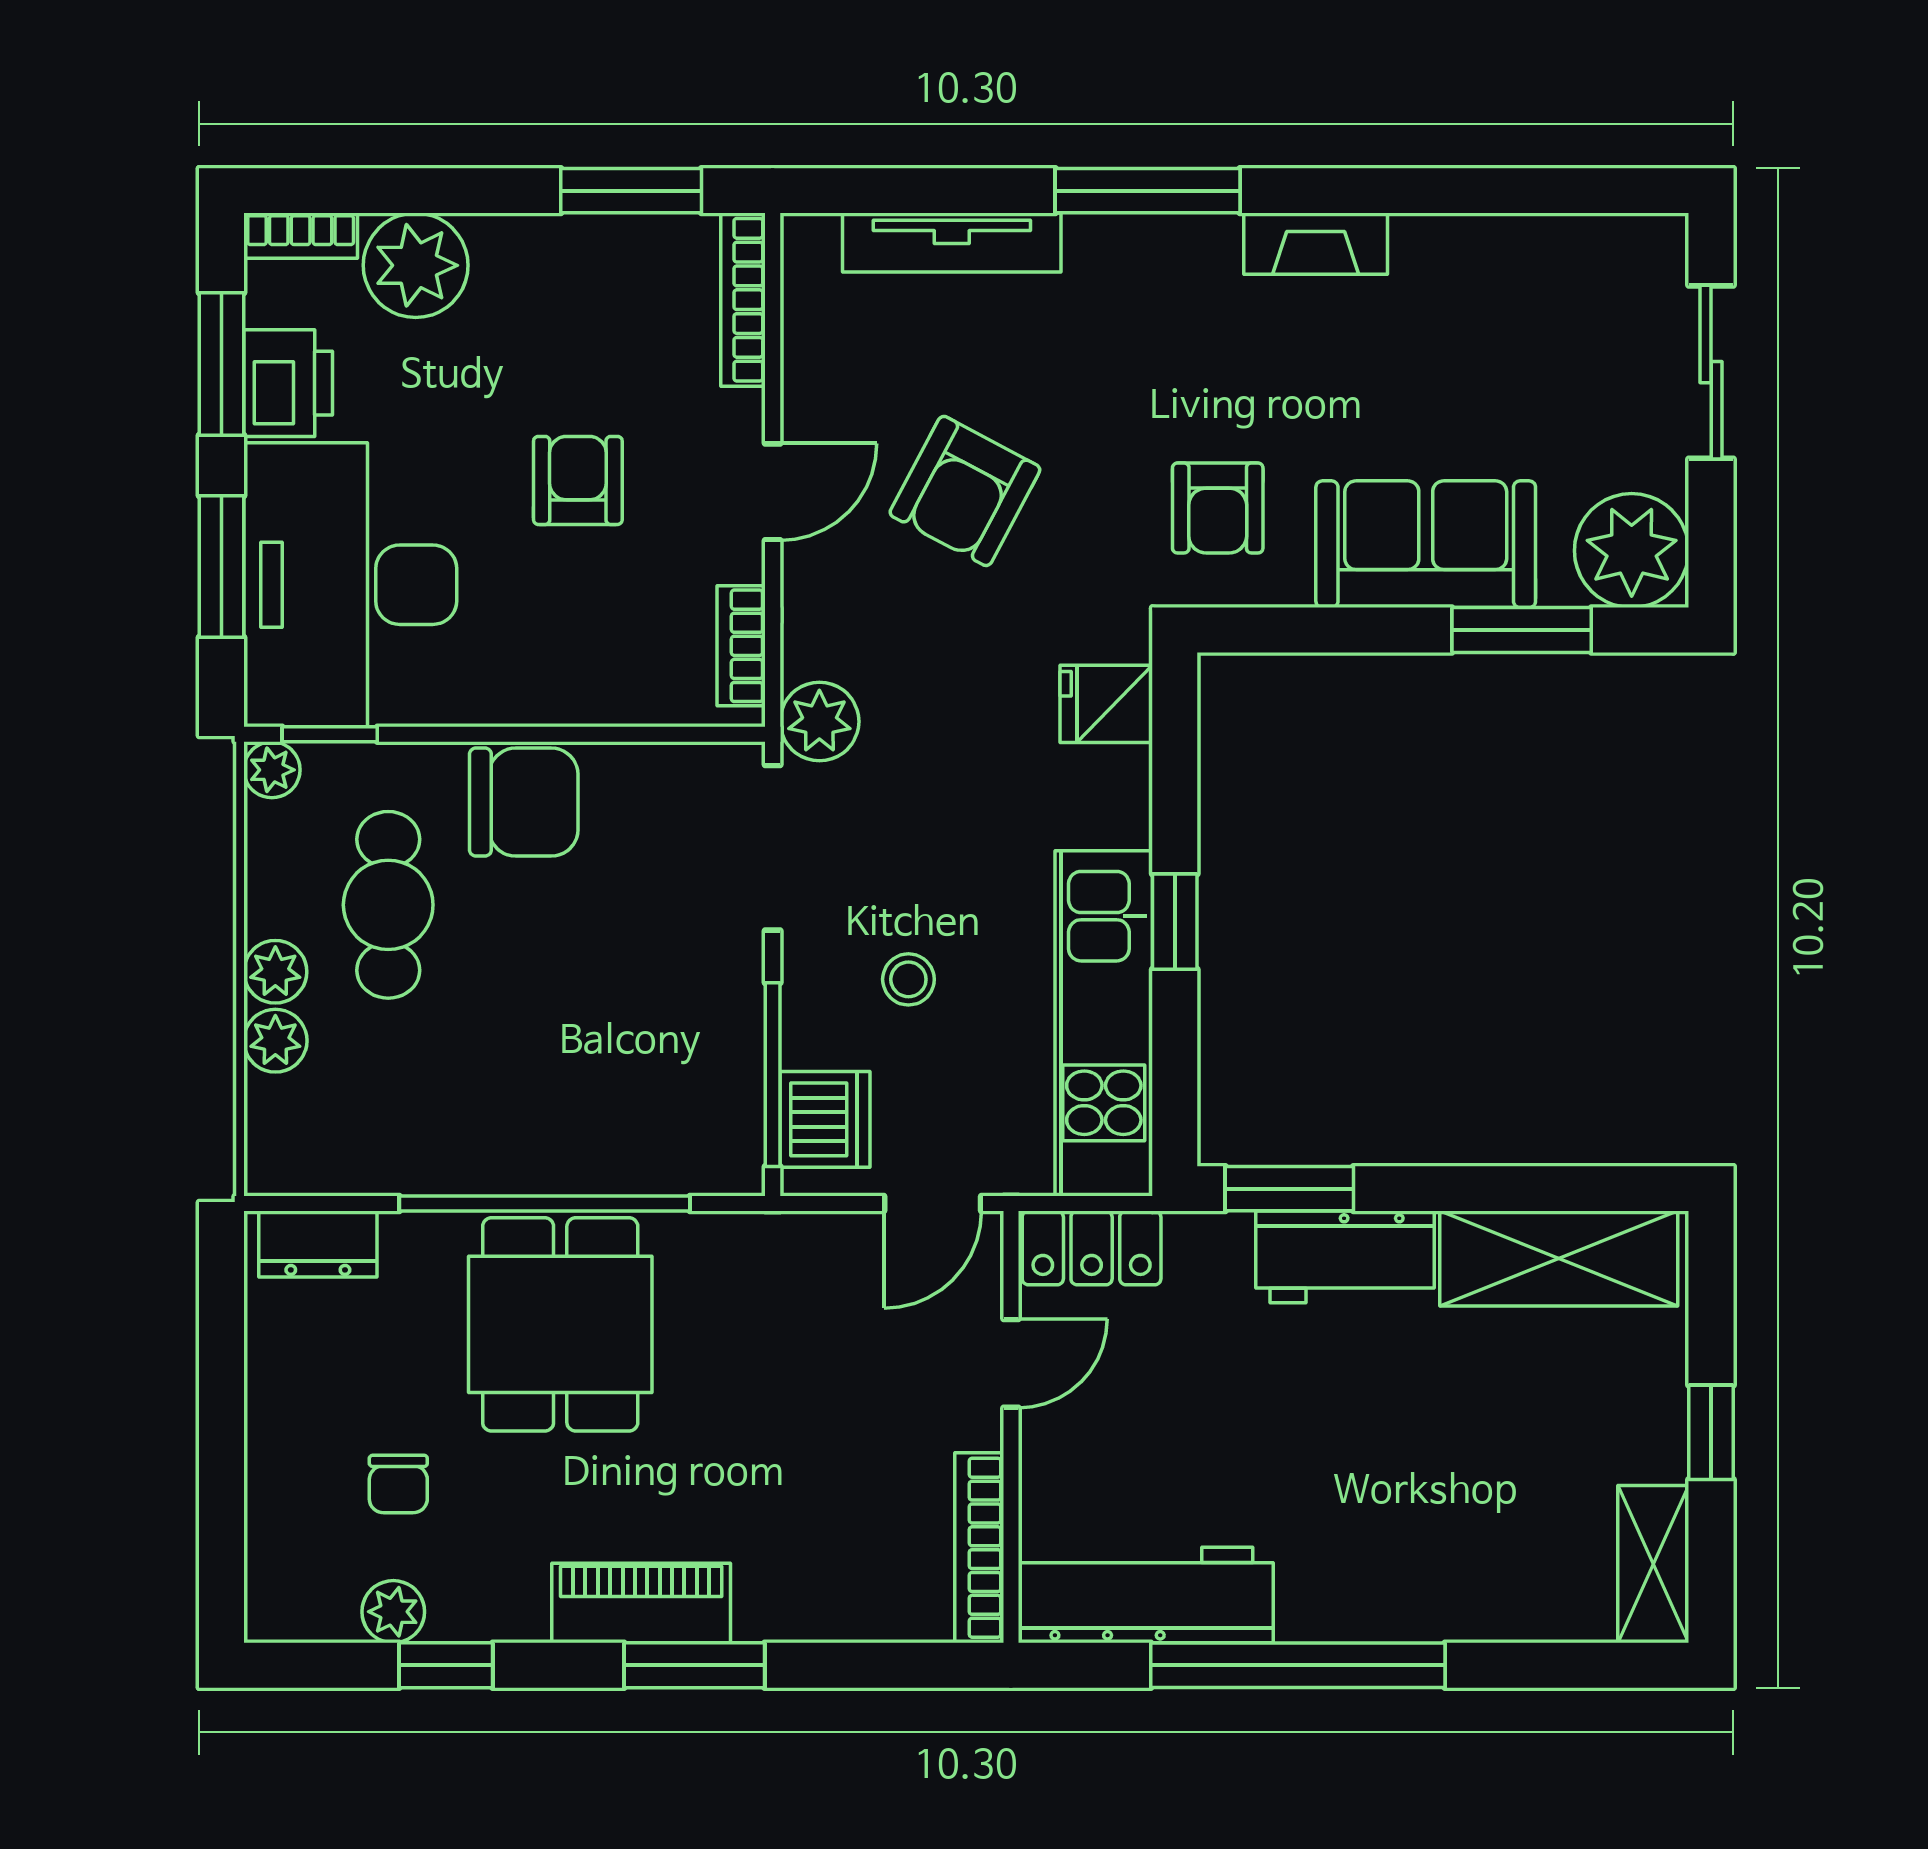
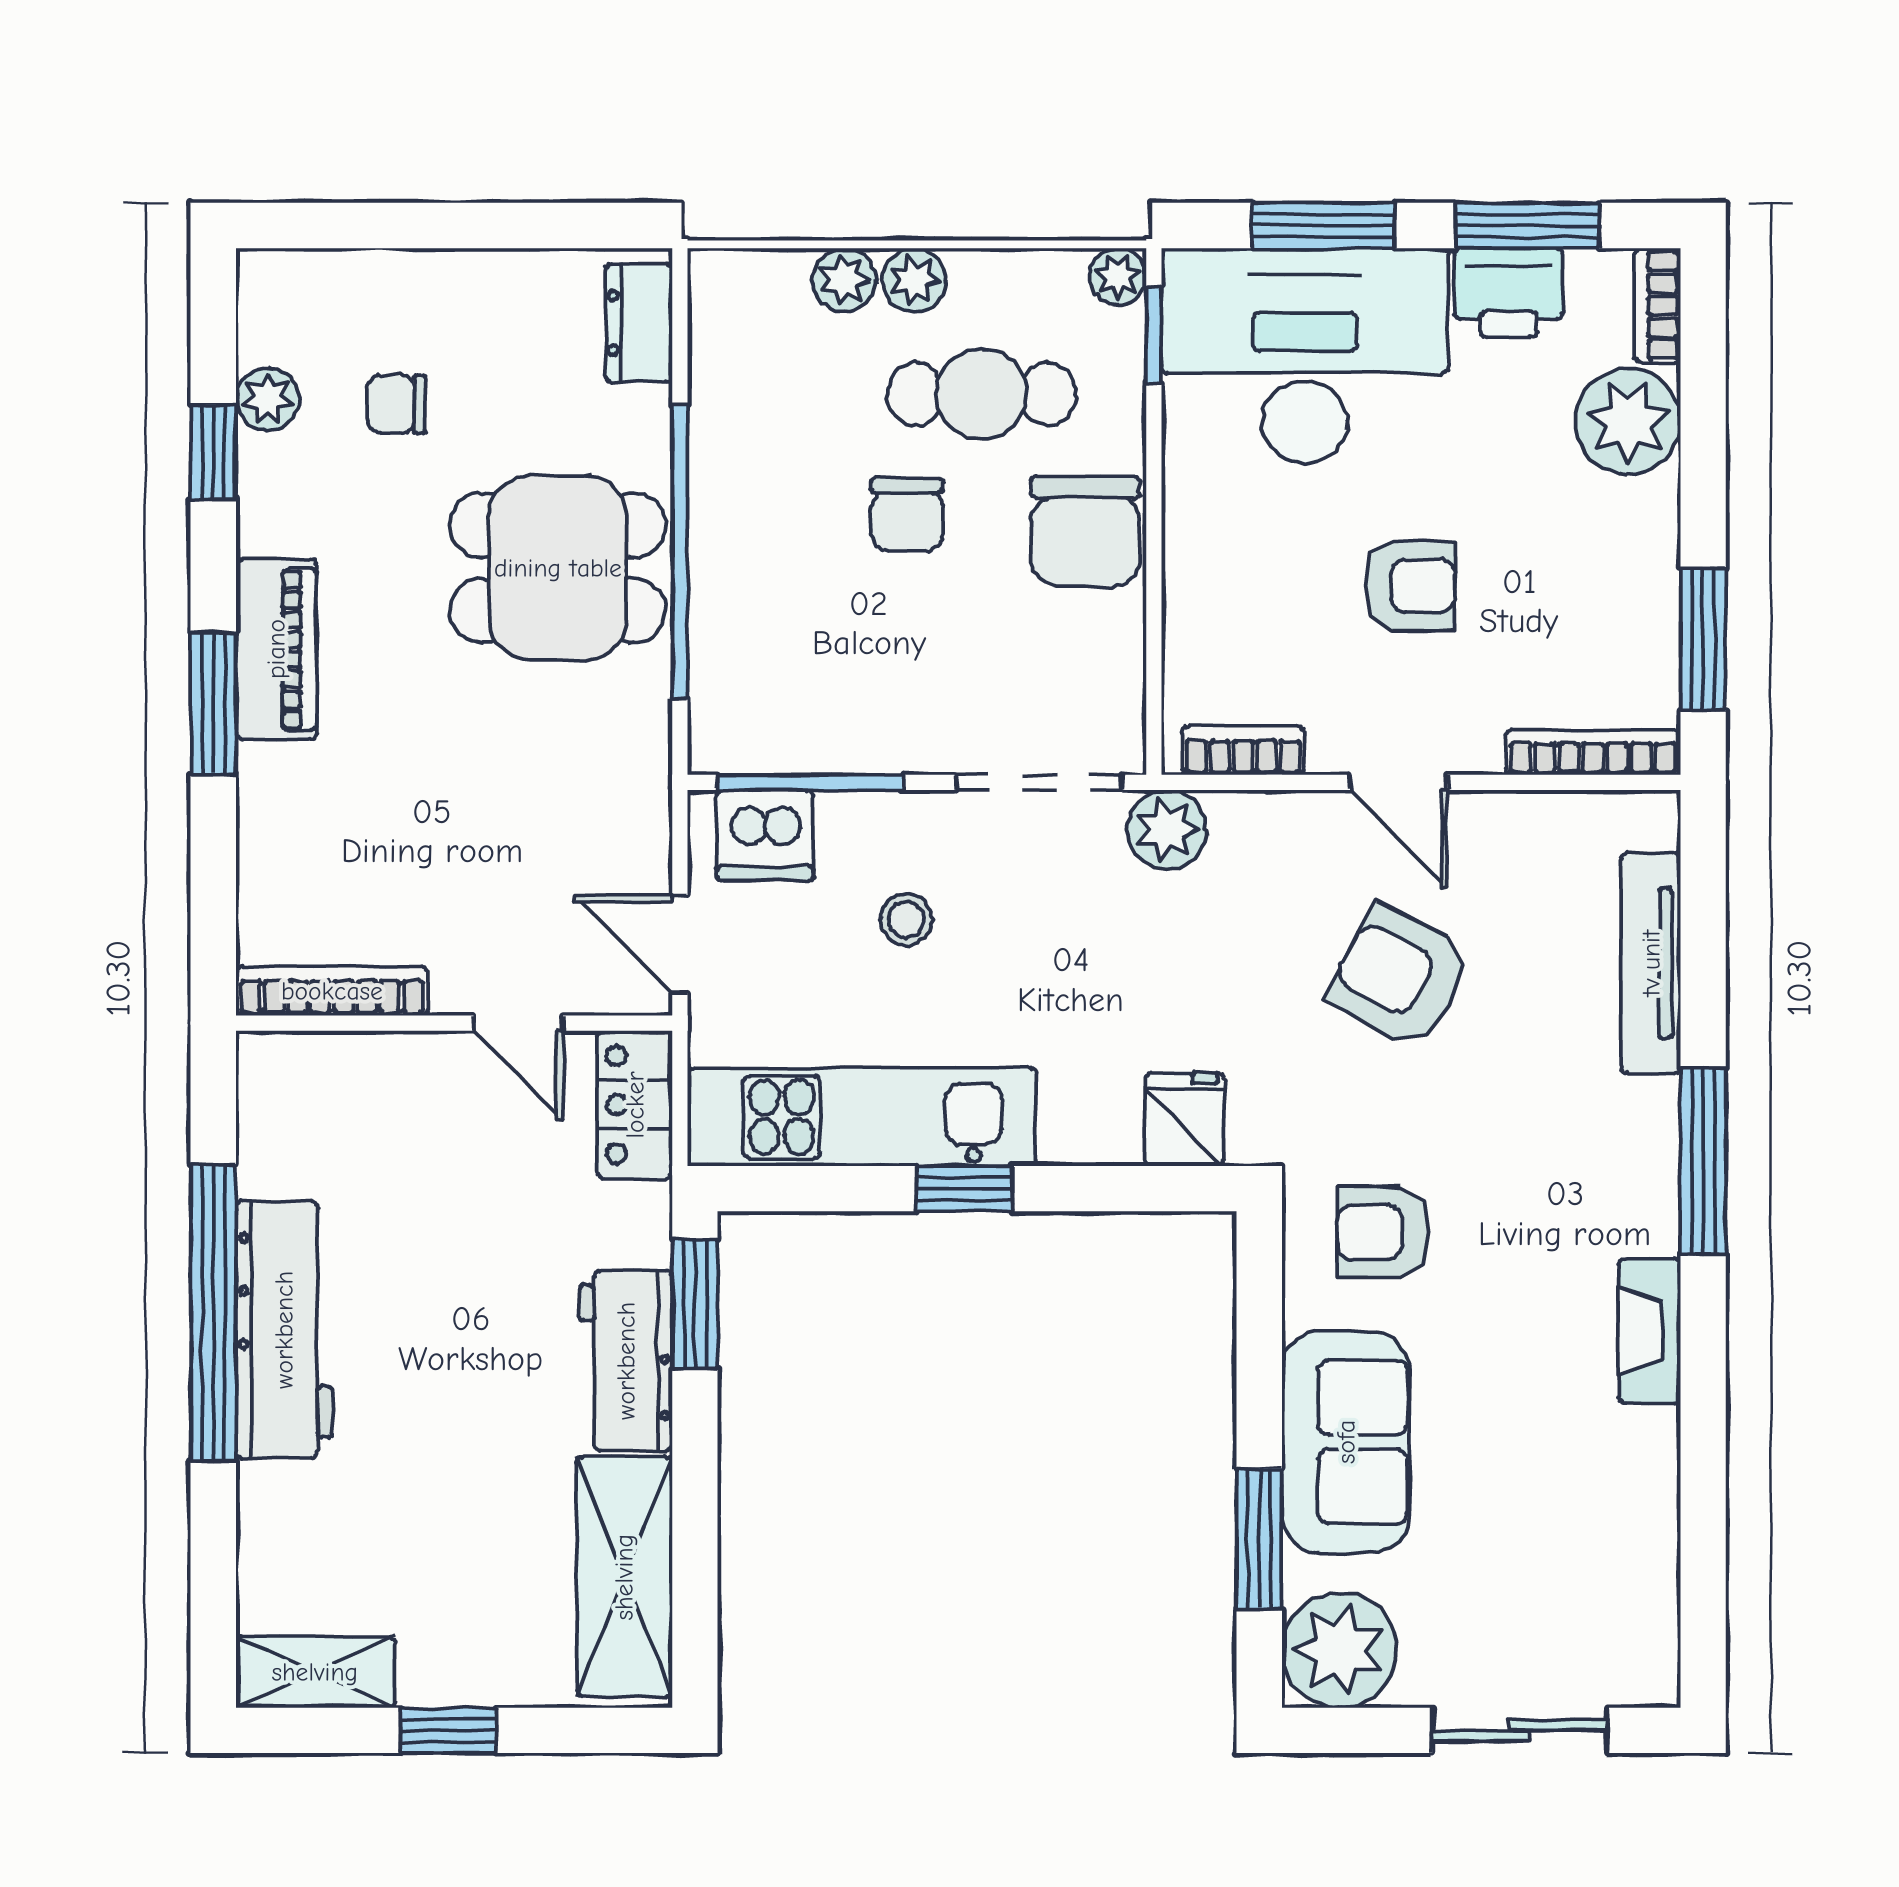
chair: (508, 979) -> (907, 515), added
workbench: (1146, 1595) -> (284, 1330), moved

